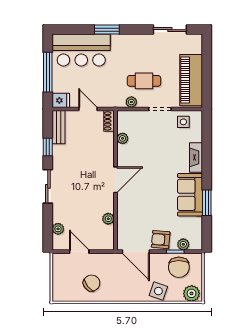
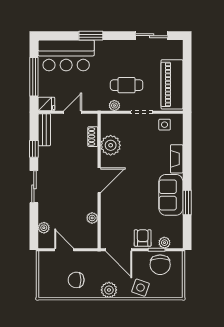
door: (88, 109) -> (73, 112), hinge flipped
shoe rack: (109, 121) -> (93, 137), moved
plant: (123, 138) -> (111, 145), width x1.87, depth x1.87
armchair: (161, 240) -> (143, 238), turned 85
chair: (92, 283) -> (76, 280), turned -142
plant: (192, 293) -> (109, 290), moved

